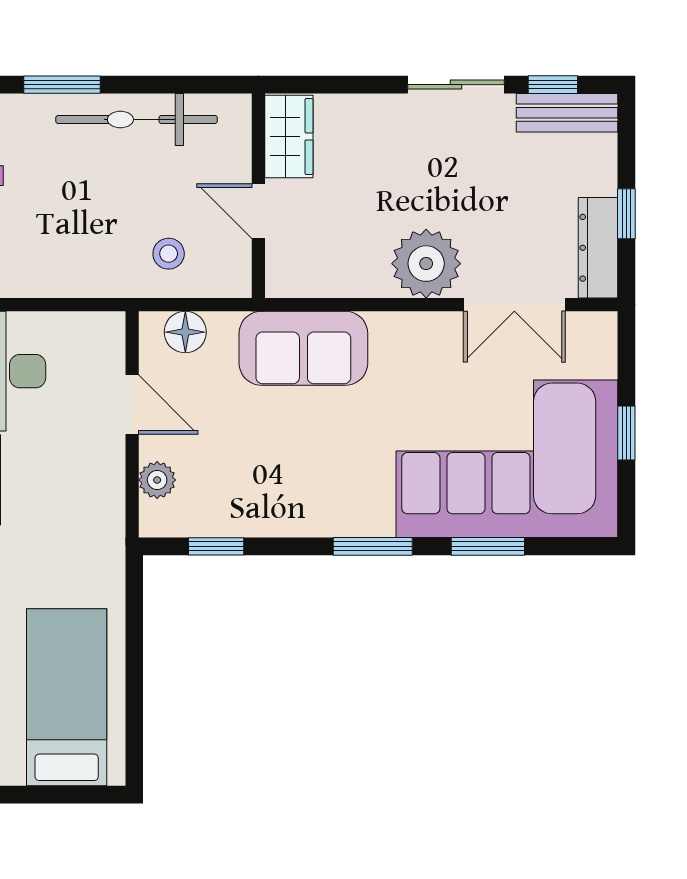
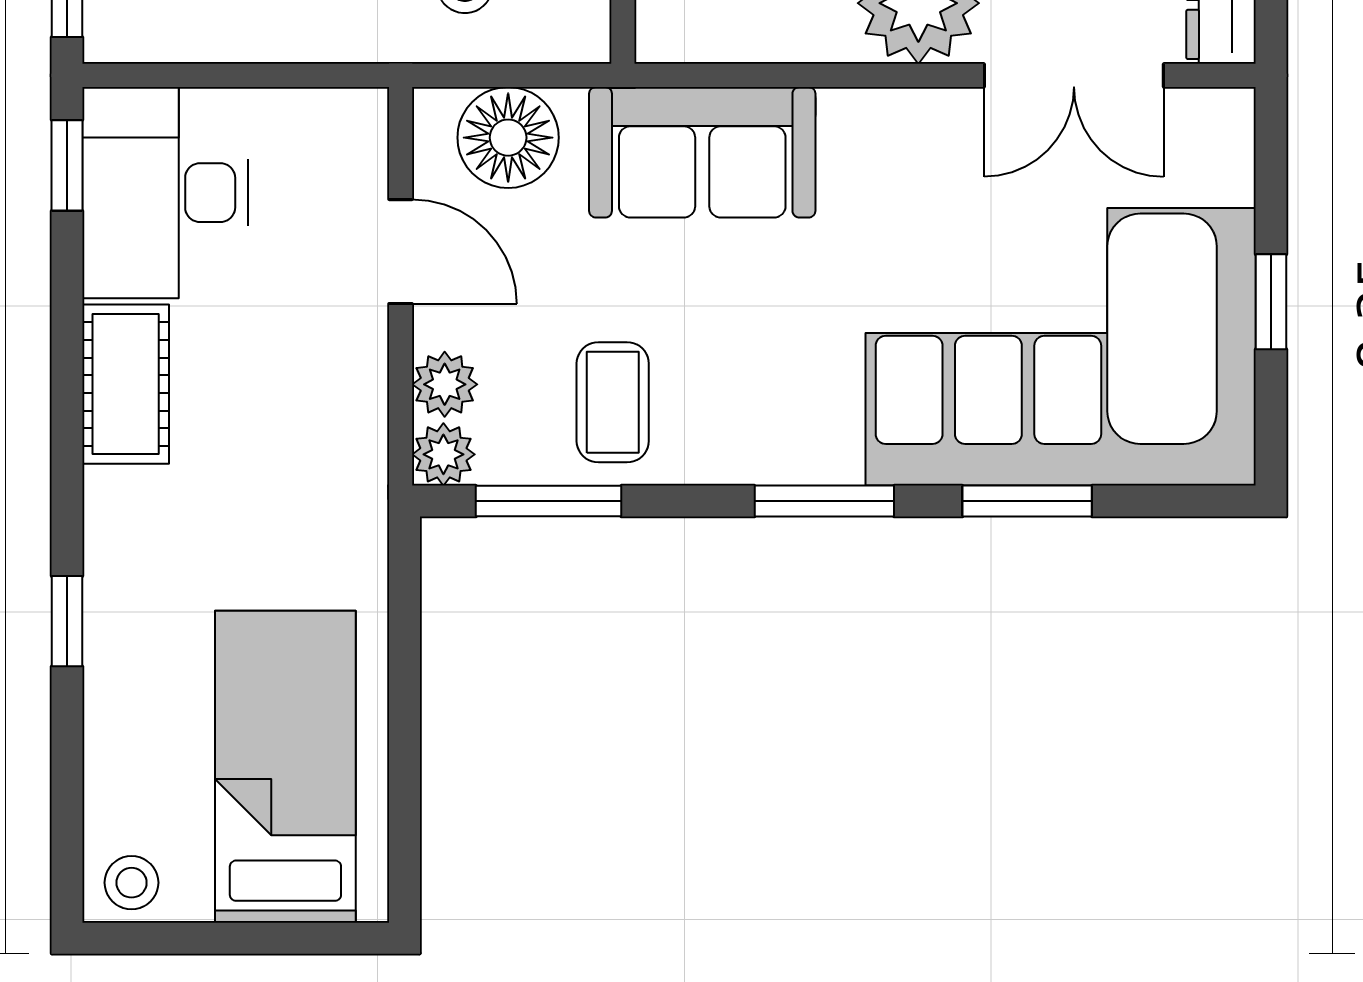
floor lamp: (185, 332) -> (508, 138), width x1.38, depth x1.38
coffee table: (253, 490) -> (613, 402), added
plant: (156, 520) -> (443, 454), added
window: (216, 546) -> (549, 501), width x1.50

